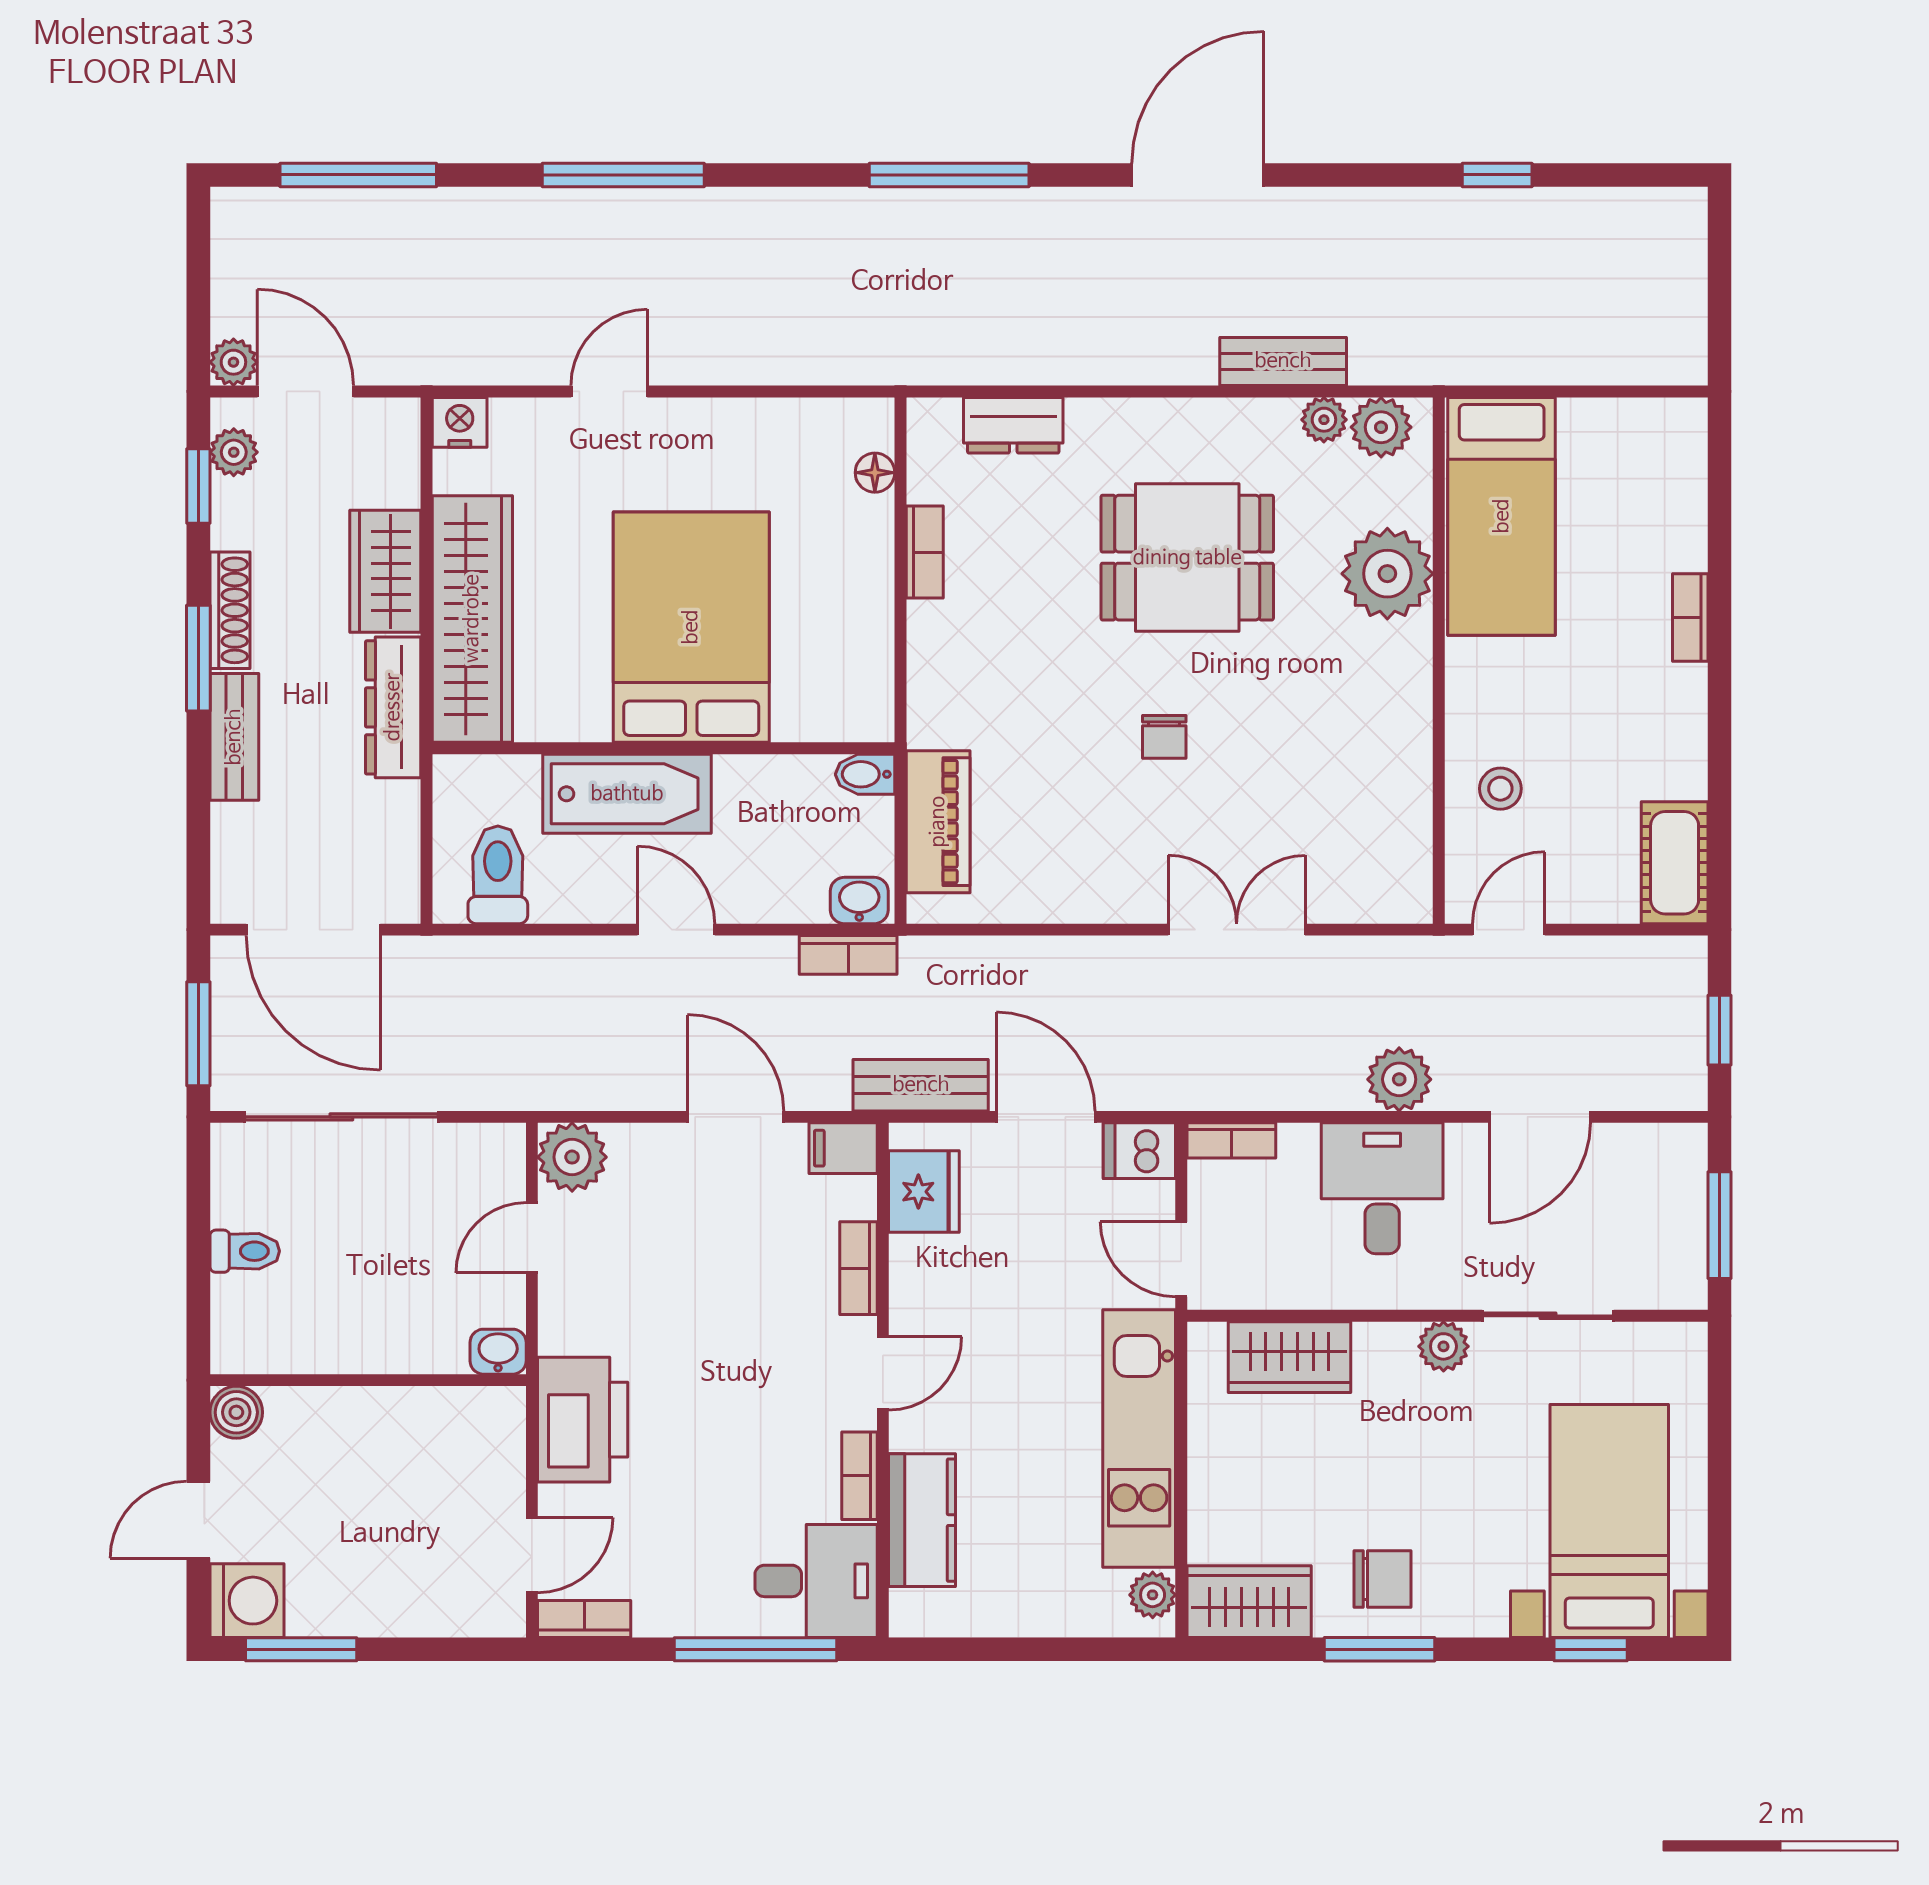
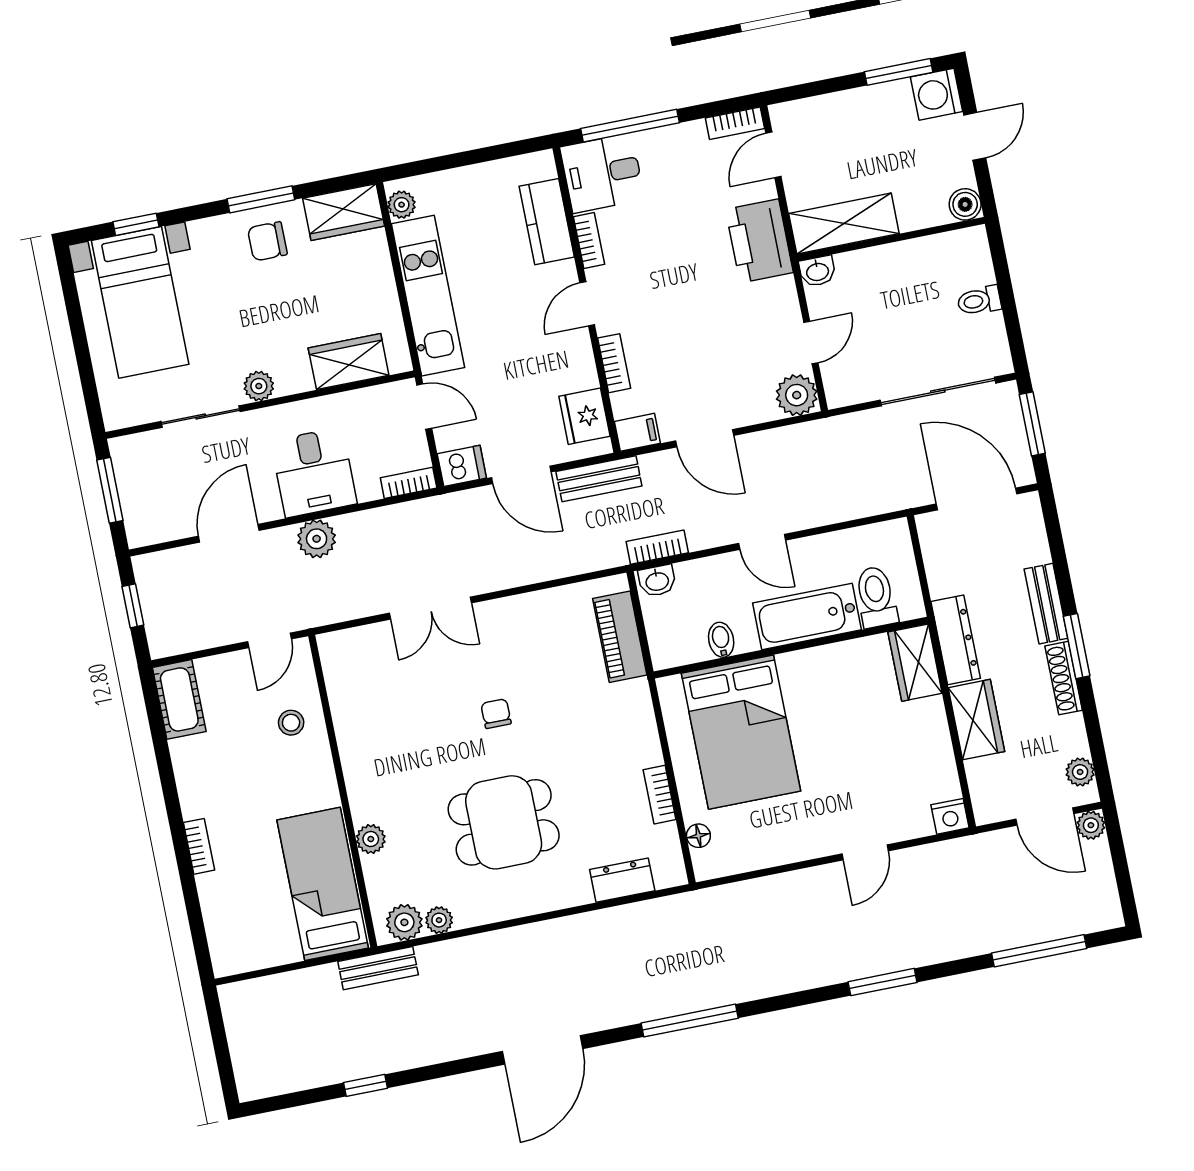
window: (623, 175) -> (882, 982), width x0.69
bench: (1283, 361) -> (378, 968), moved
window: (198, 486) -> (1097, 748), removed
plant: (1387, 574) -> (371, 839), width x0.53, depth x0.53
wardrobe: (472, 619) -> (915, 663), width x0.48, depth x0.85
bed: (691, 627) -> (741, 732), moved
bidet: (865, 774) -> (721, 640), moved, turned -90
toilet: (498, 875) -> (876, 597), moved, turned 180
shelving: (439, 1421) -> (844, 224), added

